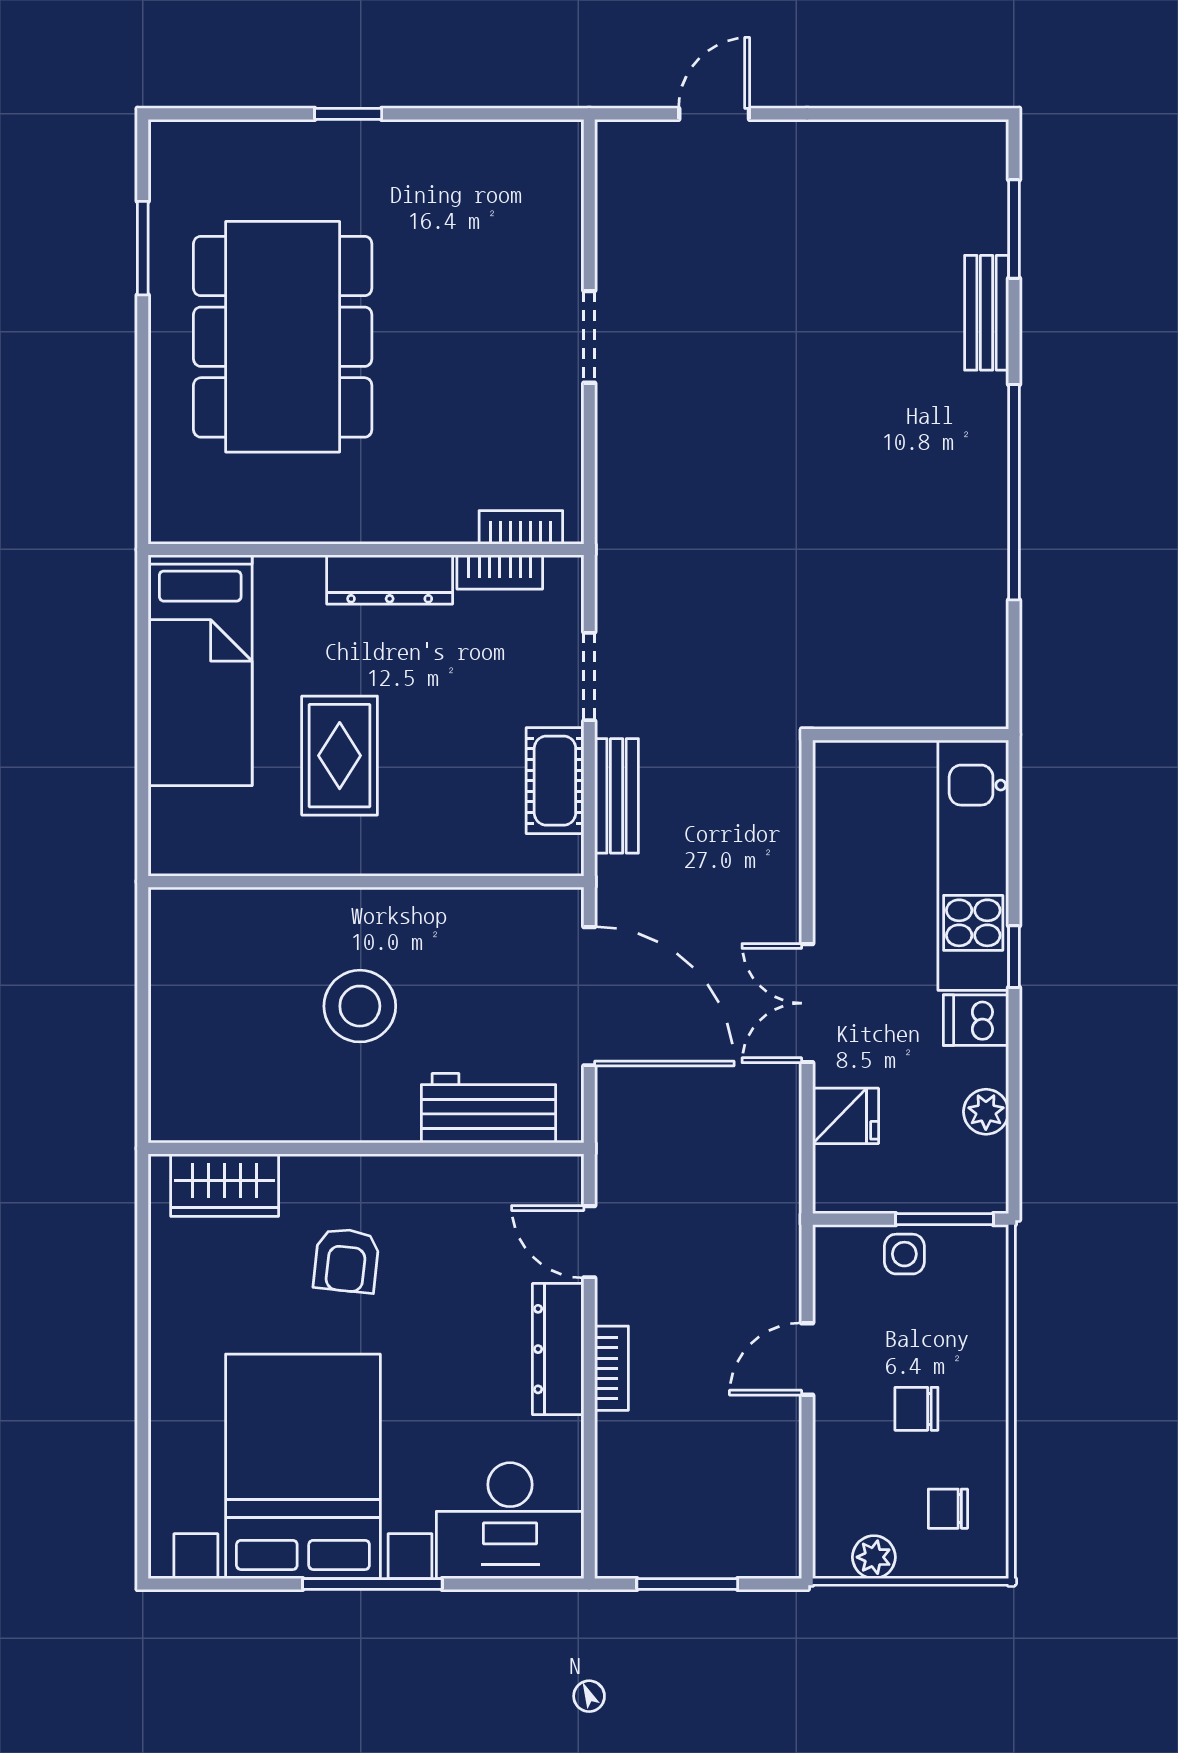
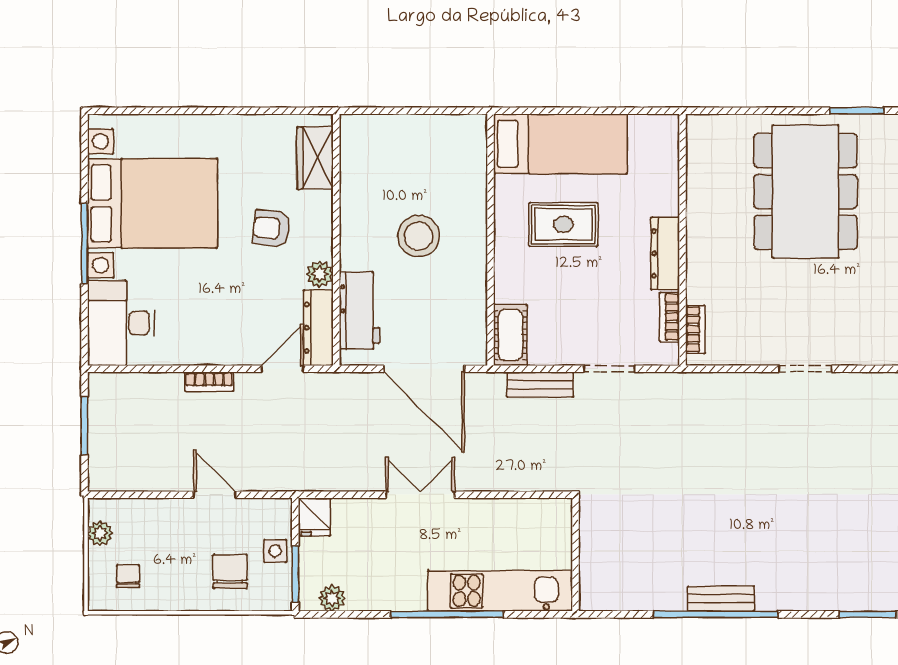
bench: (987, 313) -> (721, 599), moved
dining table: (283, 337) -> (806, 192), turned 90
bed: (200, 670) -> (560, 144), moved, turned 180
cot: (555, 781) -> (510, 335), moved, turned 90
window: (1014, 957) -> (447, 614), width x3.17
door: (589, 996) -> (424, 369), hinge flipped
dishwasher: (976, 1020) -> (410, 592), removed
plant: (986, 1112) -> (332, 598), moved
fridge: (846, 1116) -> (315, 517), moved
plant: (425, 1177) -> (320, 274), added
dresser: (558, 1349) -> (318, 328), moved, turned -90
chair: (916, 1409) -> (230, 571), moved, width x1.37, depth x1.37

